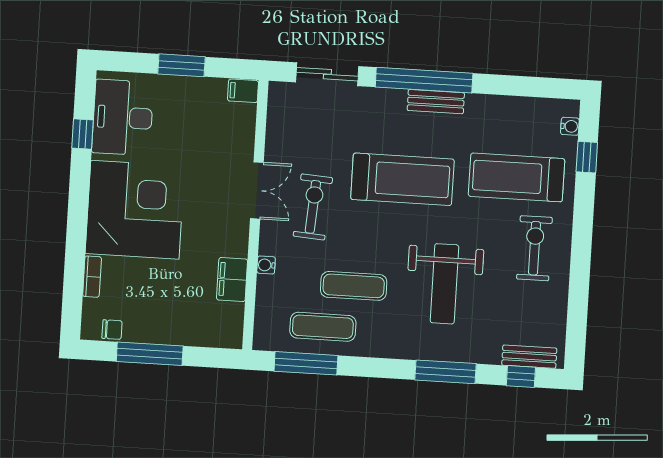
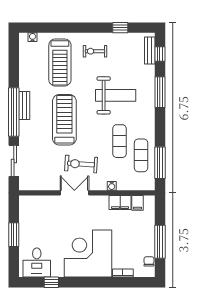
filing cabinet: (243, 91) -> (138, 203), moved
desk: (123, 117) -> (37, 263), width x0.73
window: (587, 157) -> (120, 28), moved
exercise bike: (534, 248) -> (95, 51), width x0.73, depth x0.72

